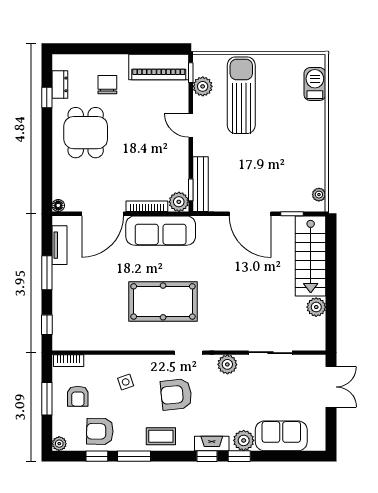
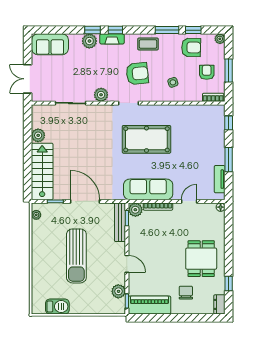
dresser: (60, 84) -> (219, 304), moved
barbecue: (315, 84) -> (57, 307), moved, turned -90
chair: (107, 85) -> (186, 293), turned 180
sun lounger: (241, 95) -> (76, 256), moved
door: (103, 214) -> (189, 201), width x0.53
sofa: (281, 436) -> (50, 44), moved

